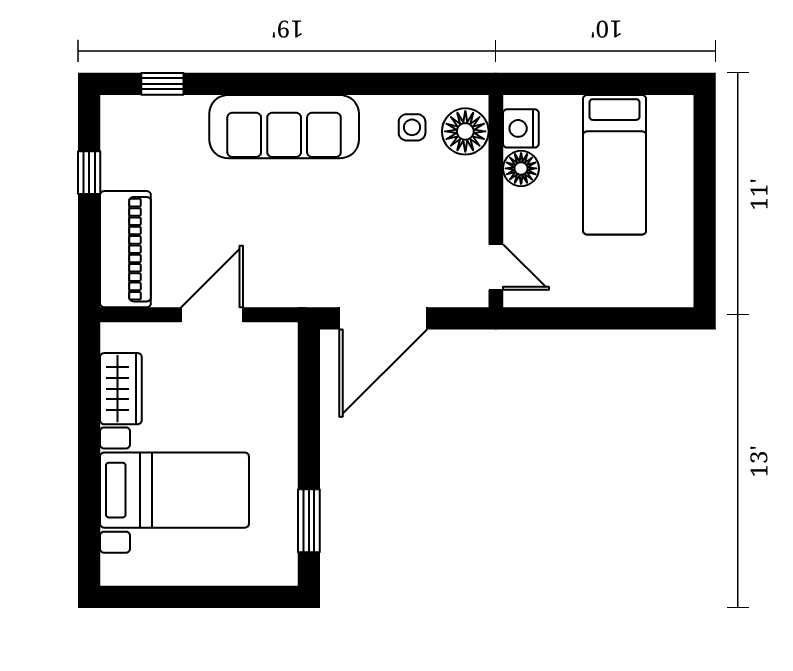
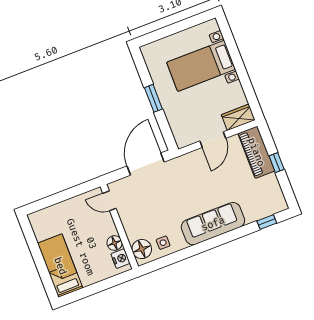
bed: (615, 165) -> (60, 266), moved
window: (89, 173) -> (277, 163), moved
wardrobe: (121, 389) -> (238, 117), moved, turned 90
window: (309, 521) -> (153, 98), moved

